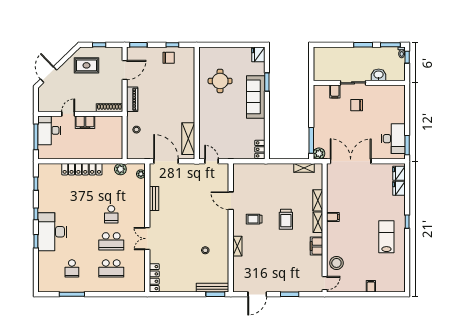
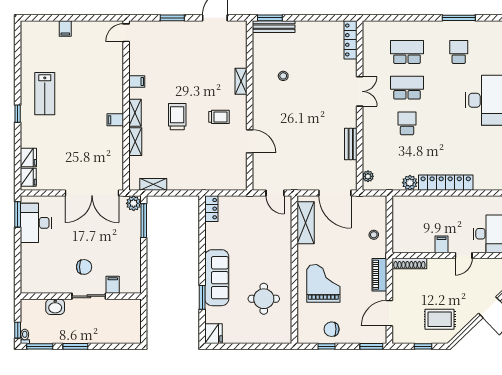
grand piano: (175, 93) -> (323, 283), added
filing cabinet: (85, 122) -> (442, 244), width x0.50
plant: (120, 169) -> (410, 183), moved
filing cabinet: (317, 246) -> (137, 81), width x0.50
stool: (336, 263) -> (111, 59), removed

